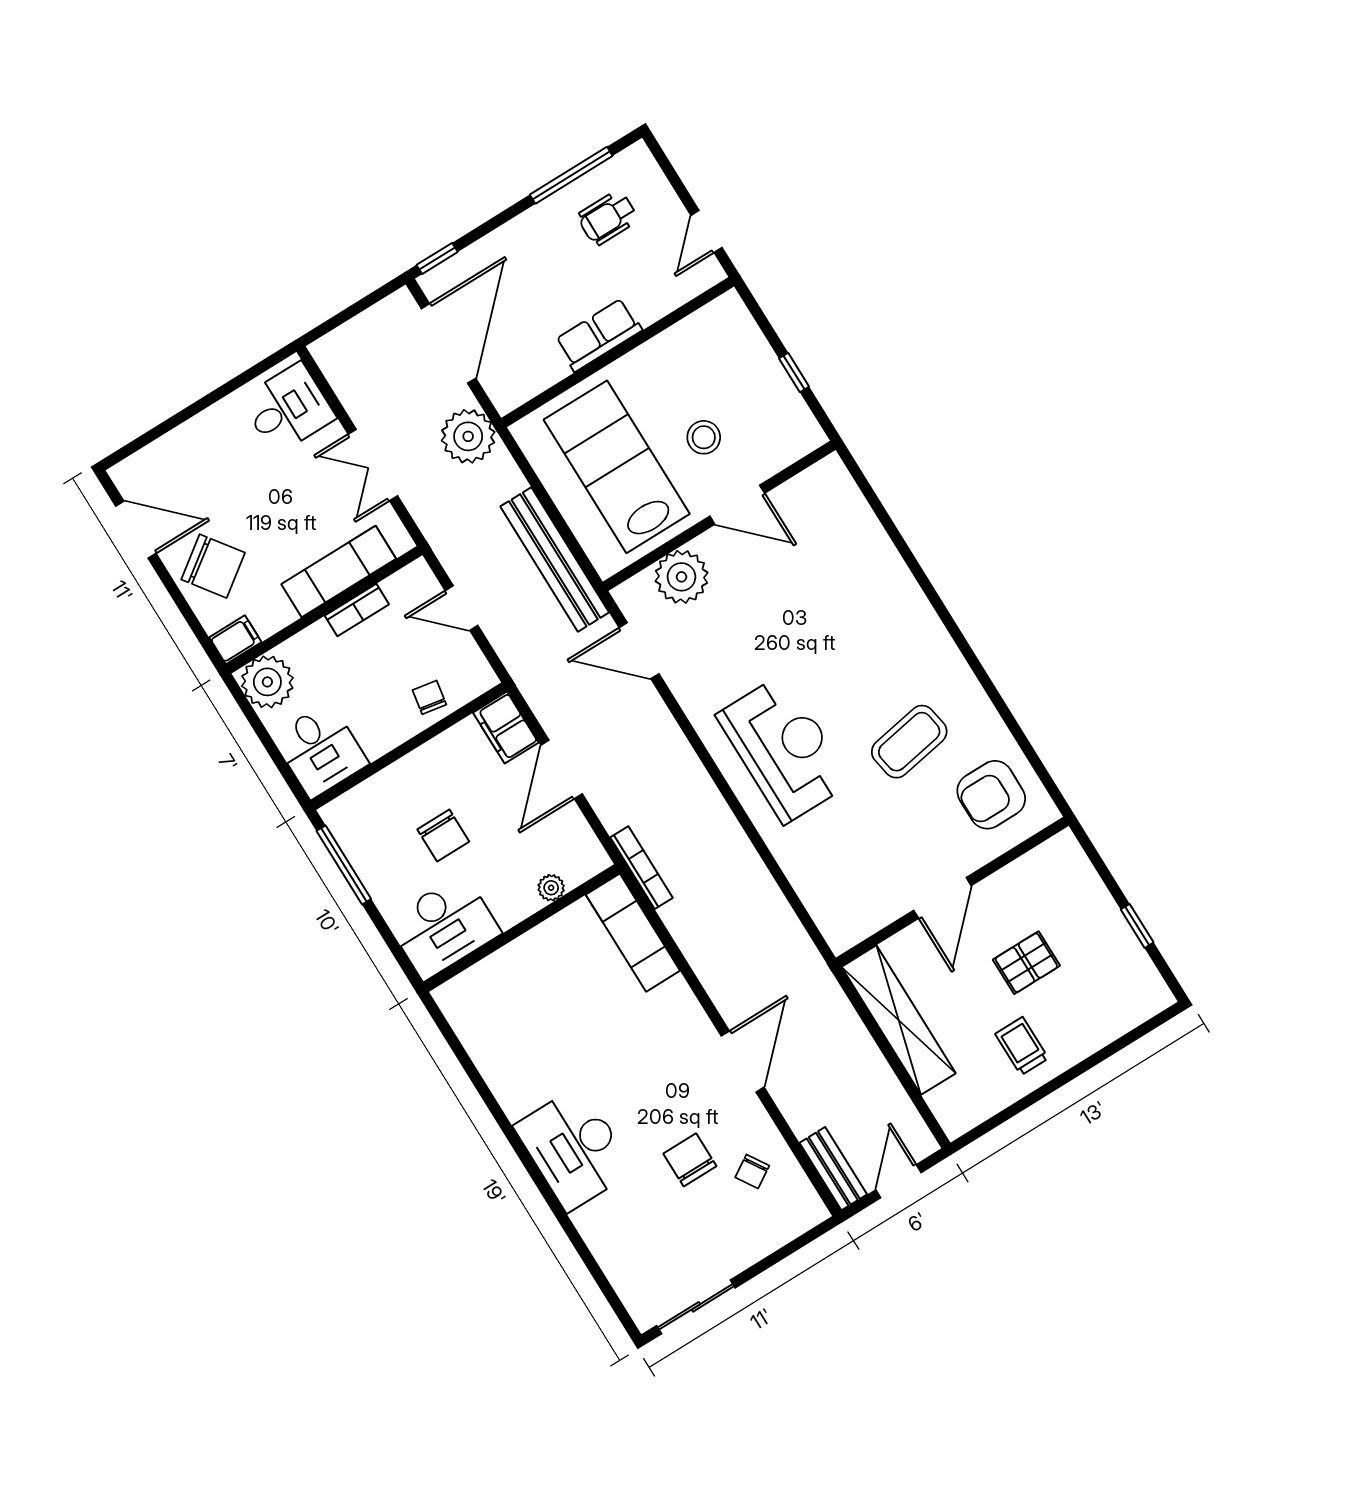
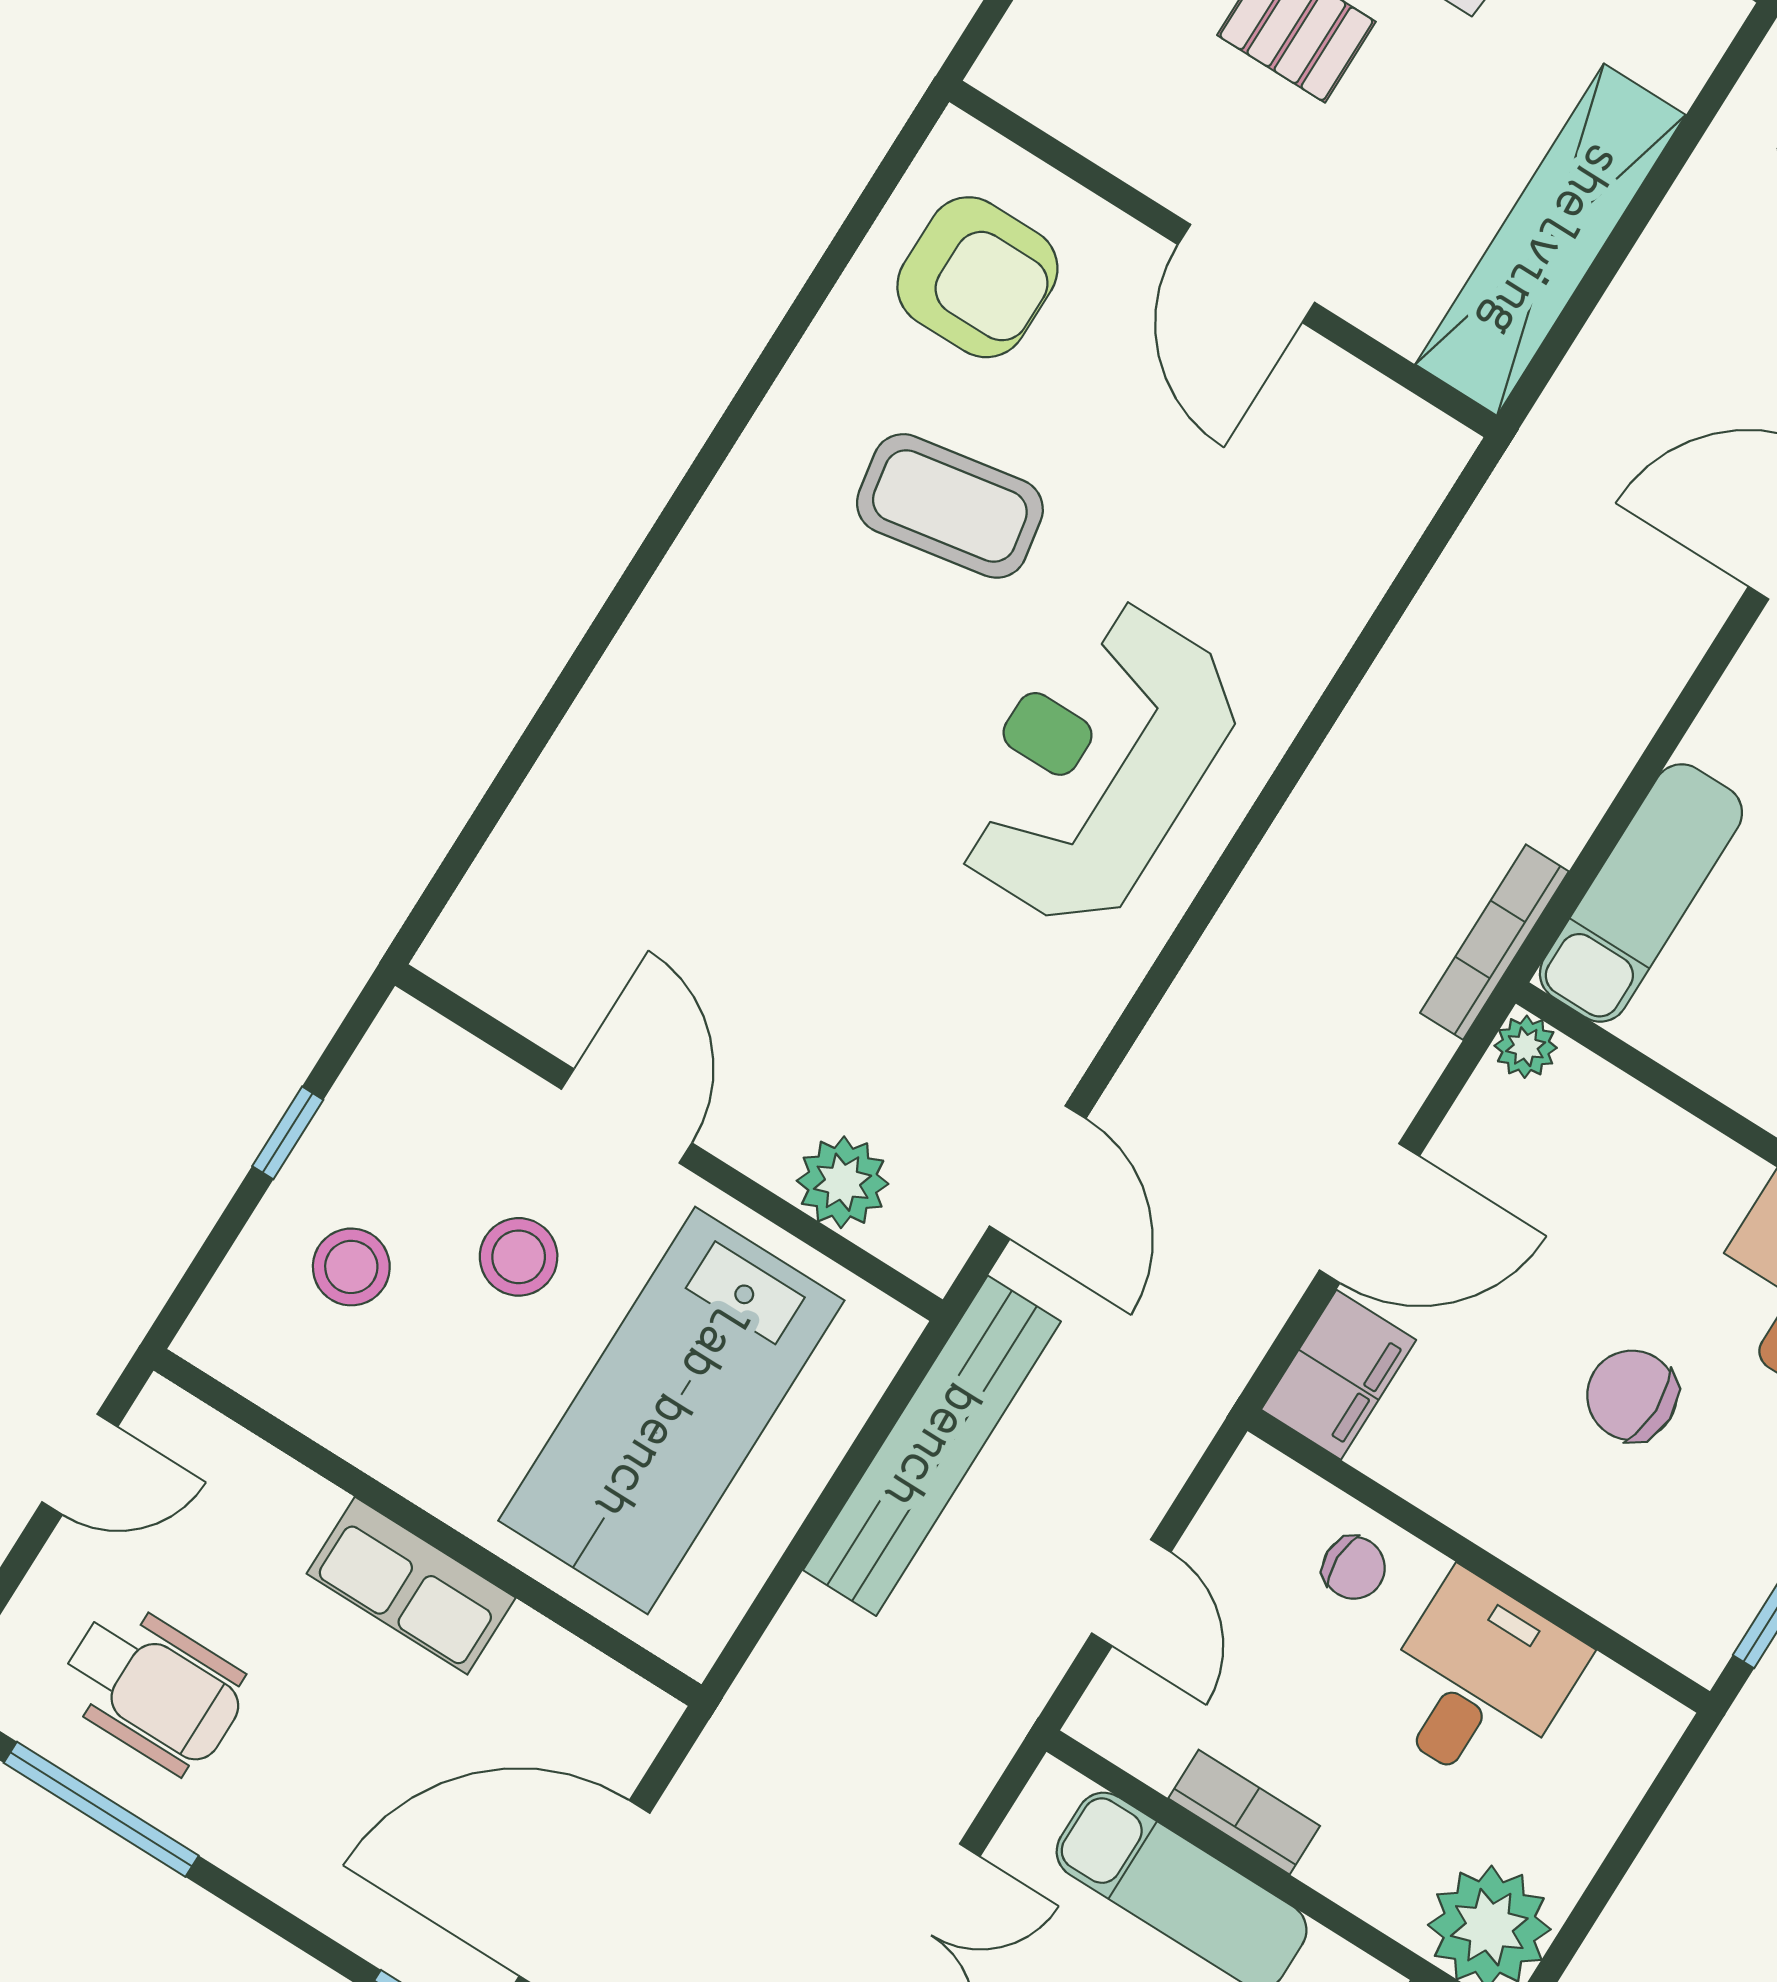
wheelchair: (608, 218) -> (153, 1688), width x1.36, depth x1.37
stool: (731, 372) -> (351, 1267), added
plant: (468, 436) -> (761, 1757), removed
plant: (681, 577) -> (843, 1182), width x0.73, depth x0.73
chair: (429, 697) -> (1354, 1568), turned -100
desk: (320, 750) -> (1479, 1682), moved
chair: (443, 835) -> (1632, 1395), turned -90
plant: (551, 888) -> (1526, 1047), moved
door: (942, 898) -> (1246, 273), swing flipped

